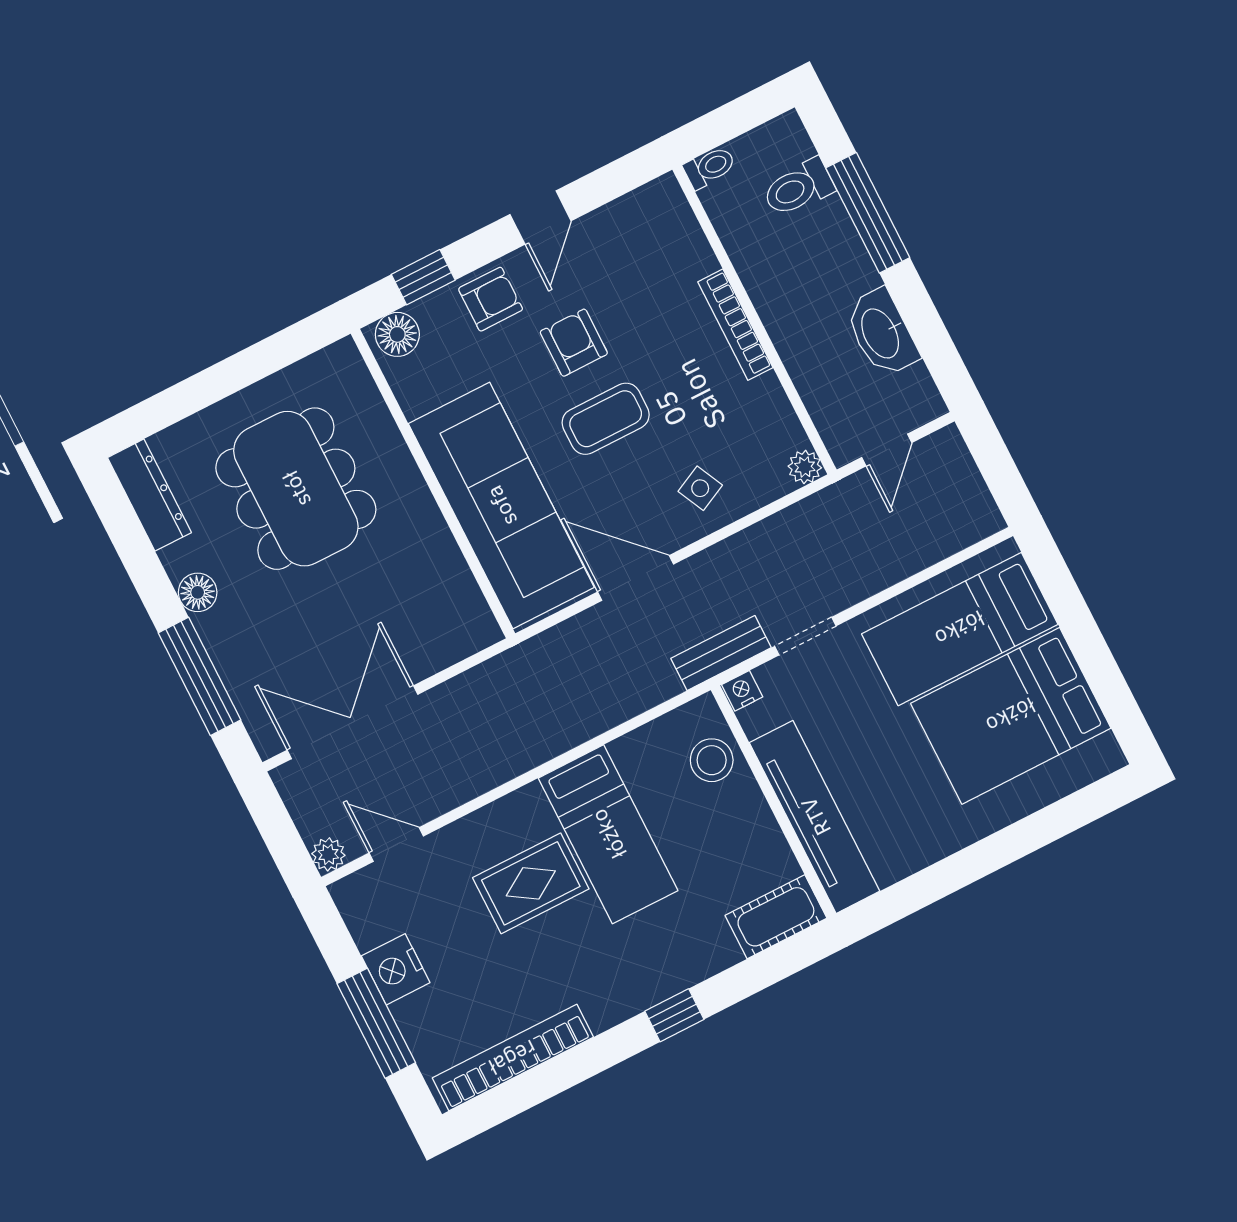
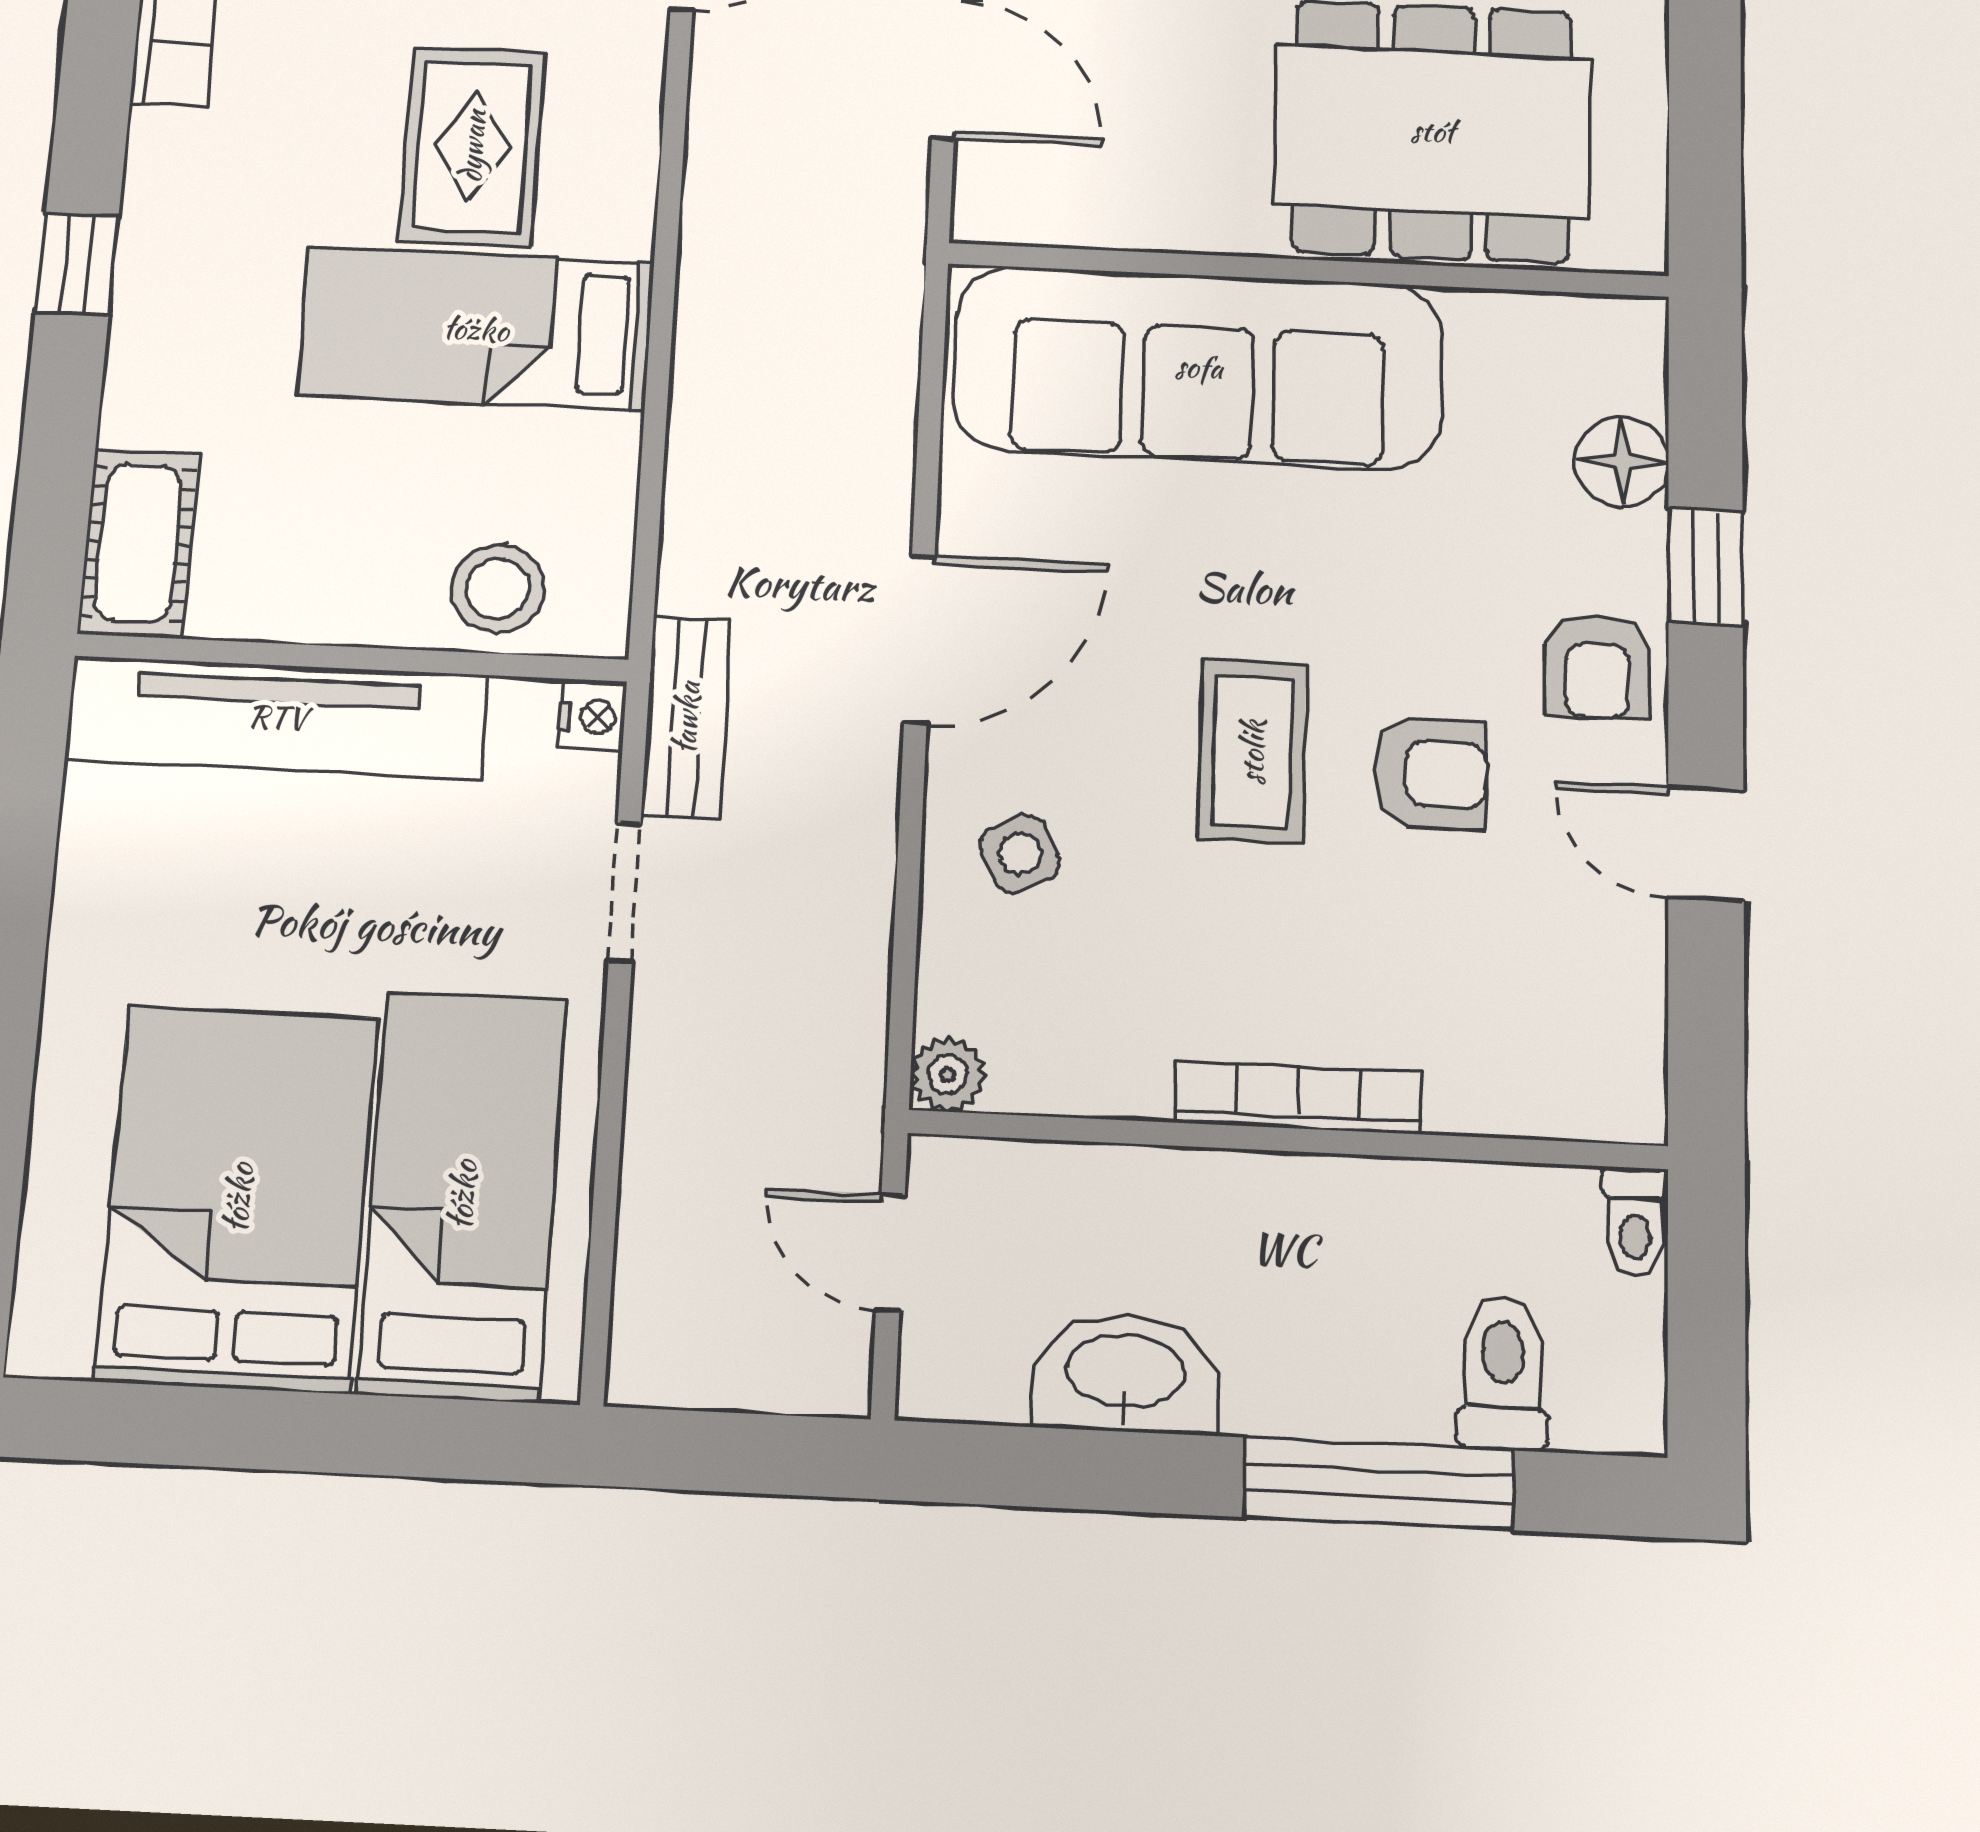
wall: (433, 484) -> (1308, 270), moved
sofa: (501, 506) -> (1199, 367), moved

